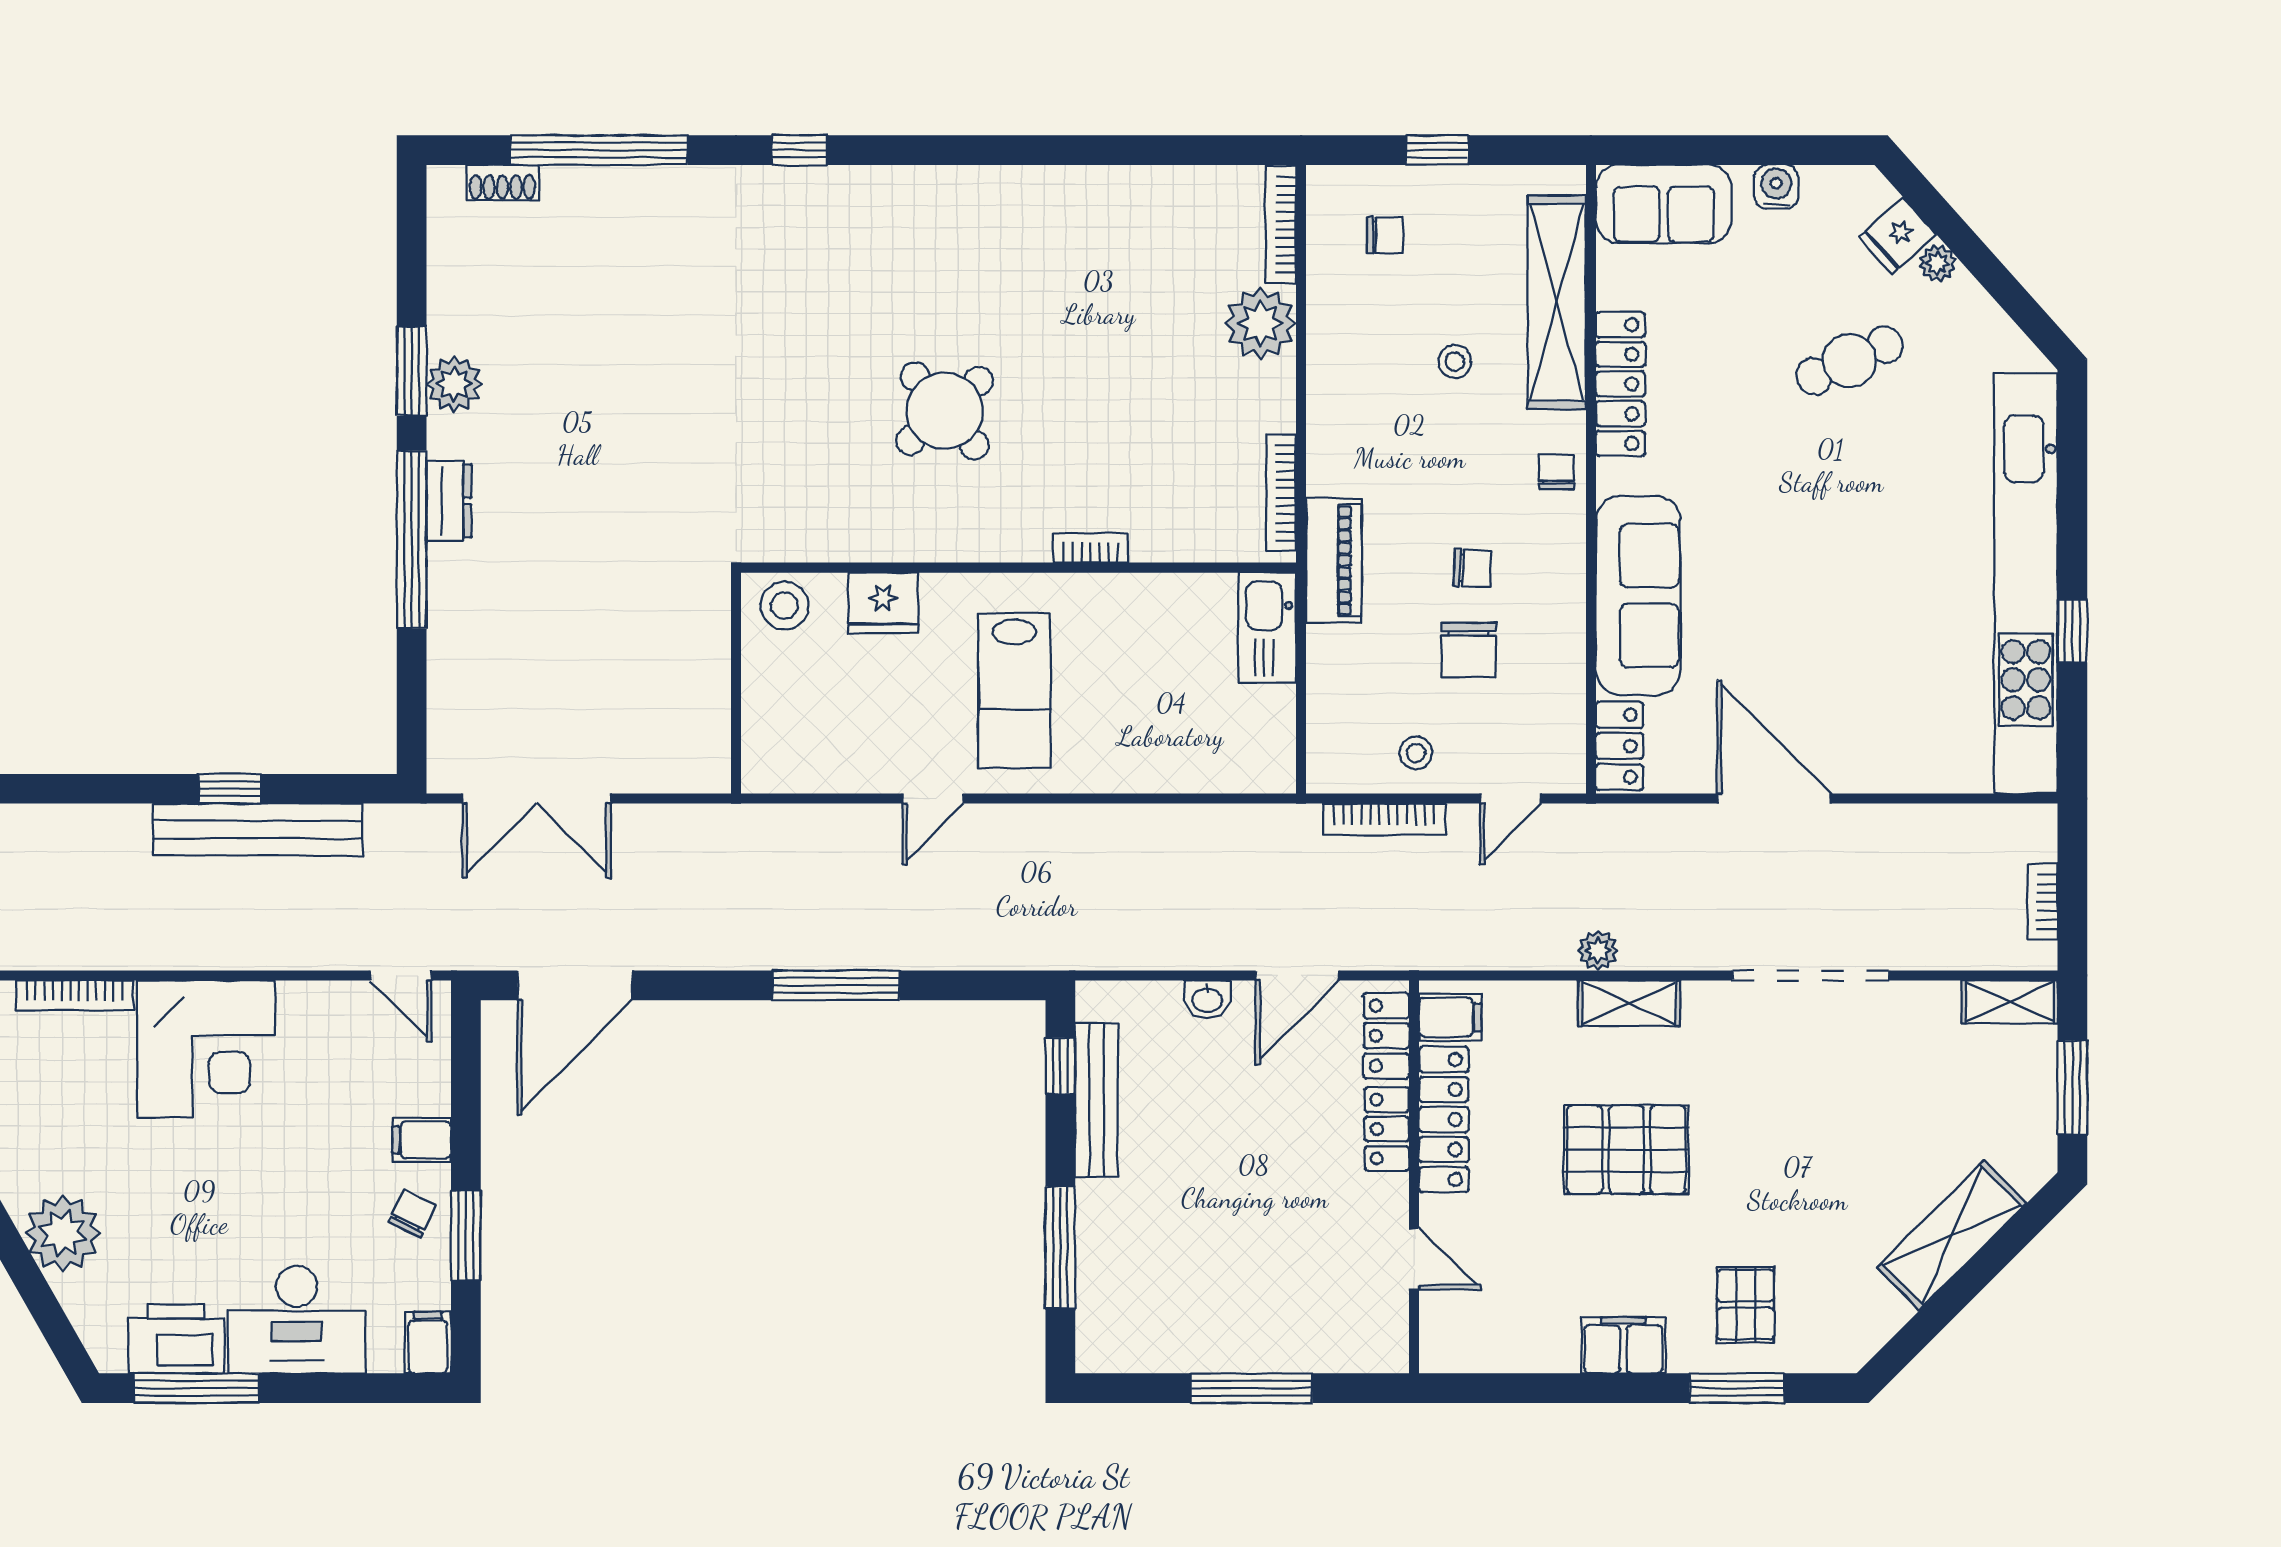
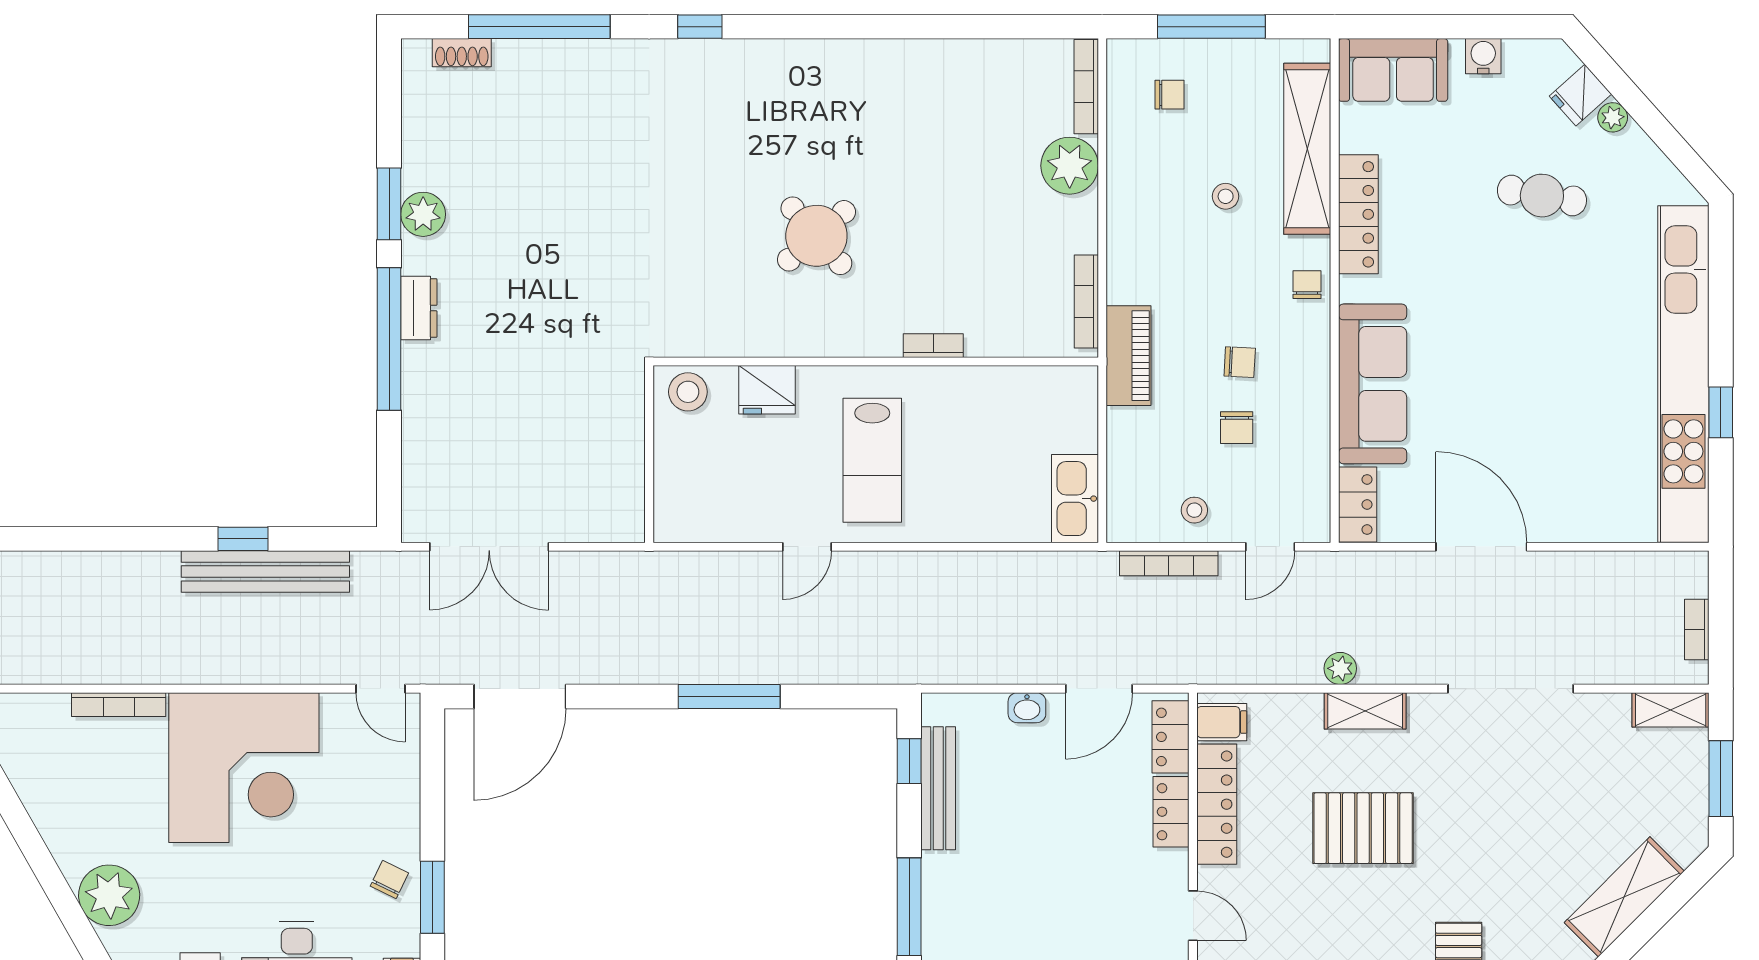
window: (1437, 150) -> (1211, 27), width x2.17
cafe table: (1849, 361) -> (1542, 196), turned 34
kitchen sink: (1267, 628) -> (1075, 499), moved
chair: (1469, 650) -> (1237, 428), width x0.73, depth x0.73
corner desk: (206, 1049) -> (244, 768), width x1.36, depth x1.36
filing cabinet: (422, 1140) -> (397, 820), removed

